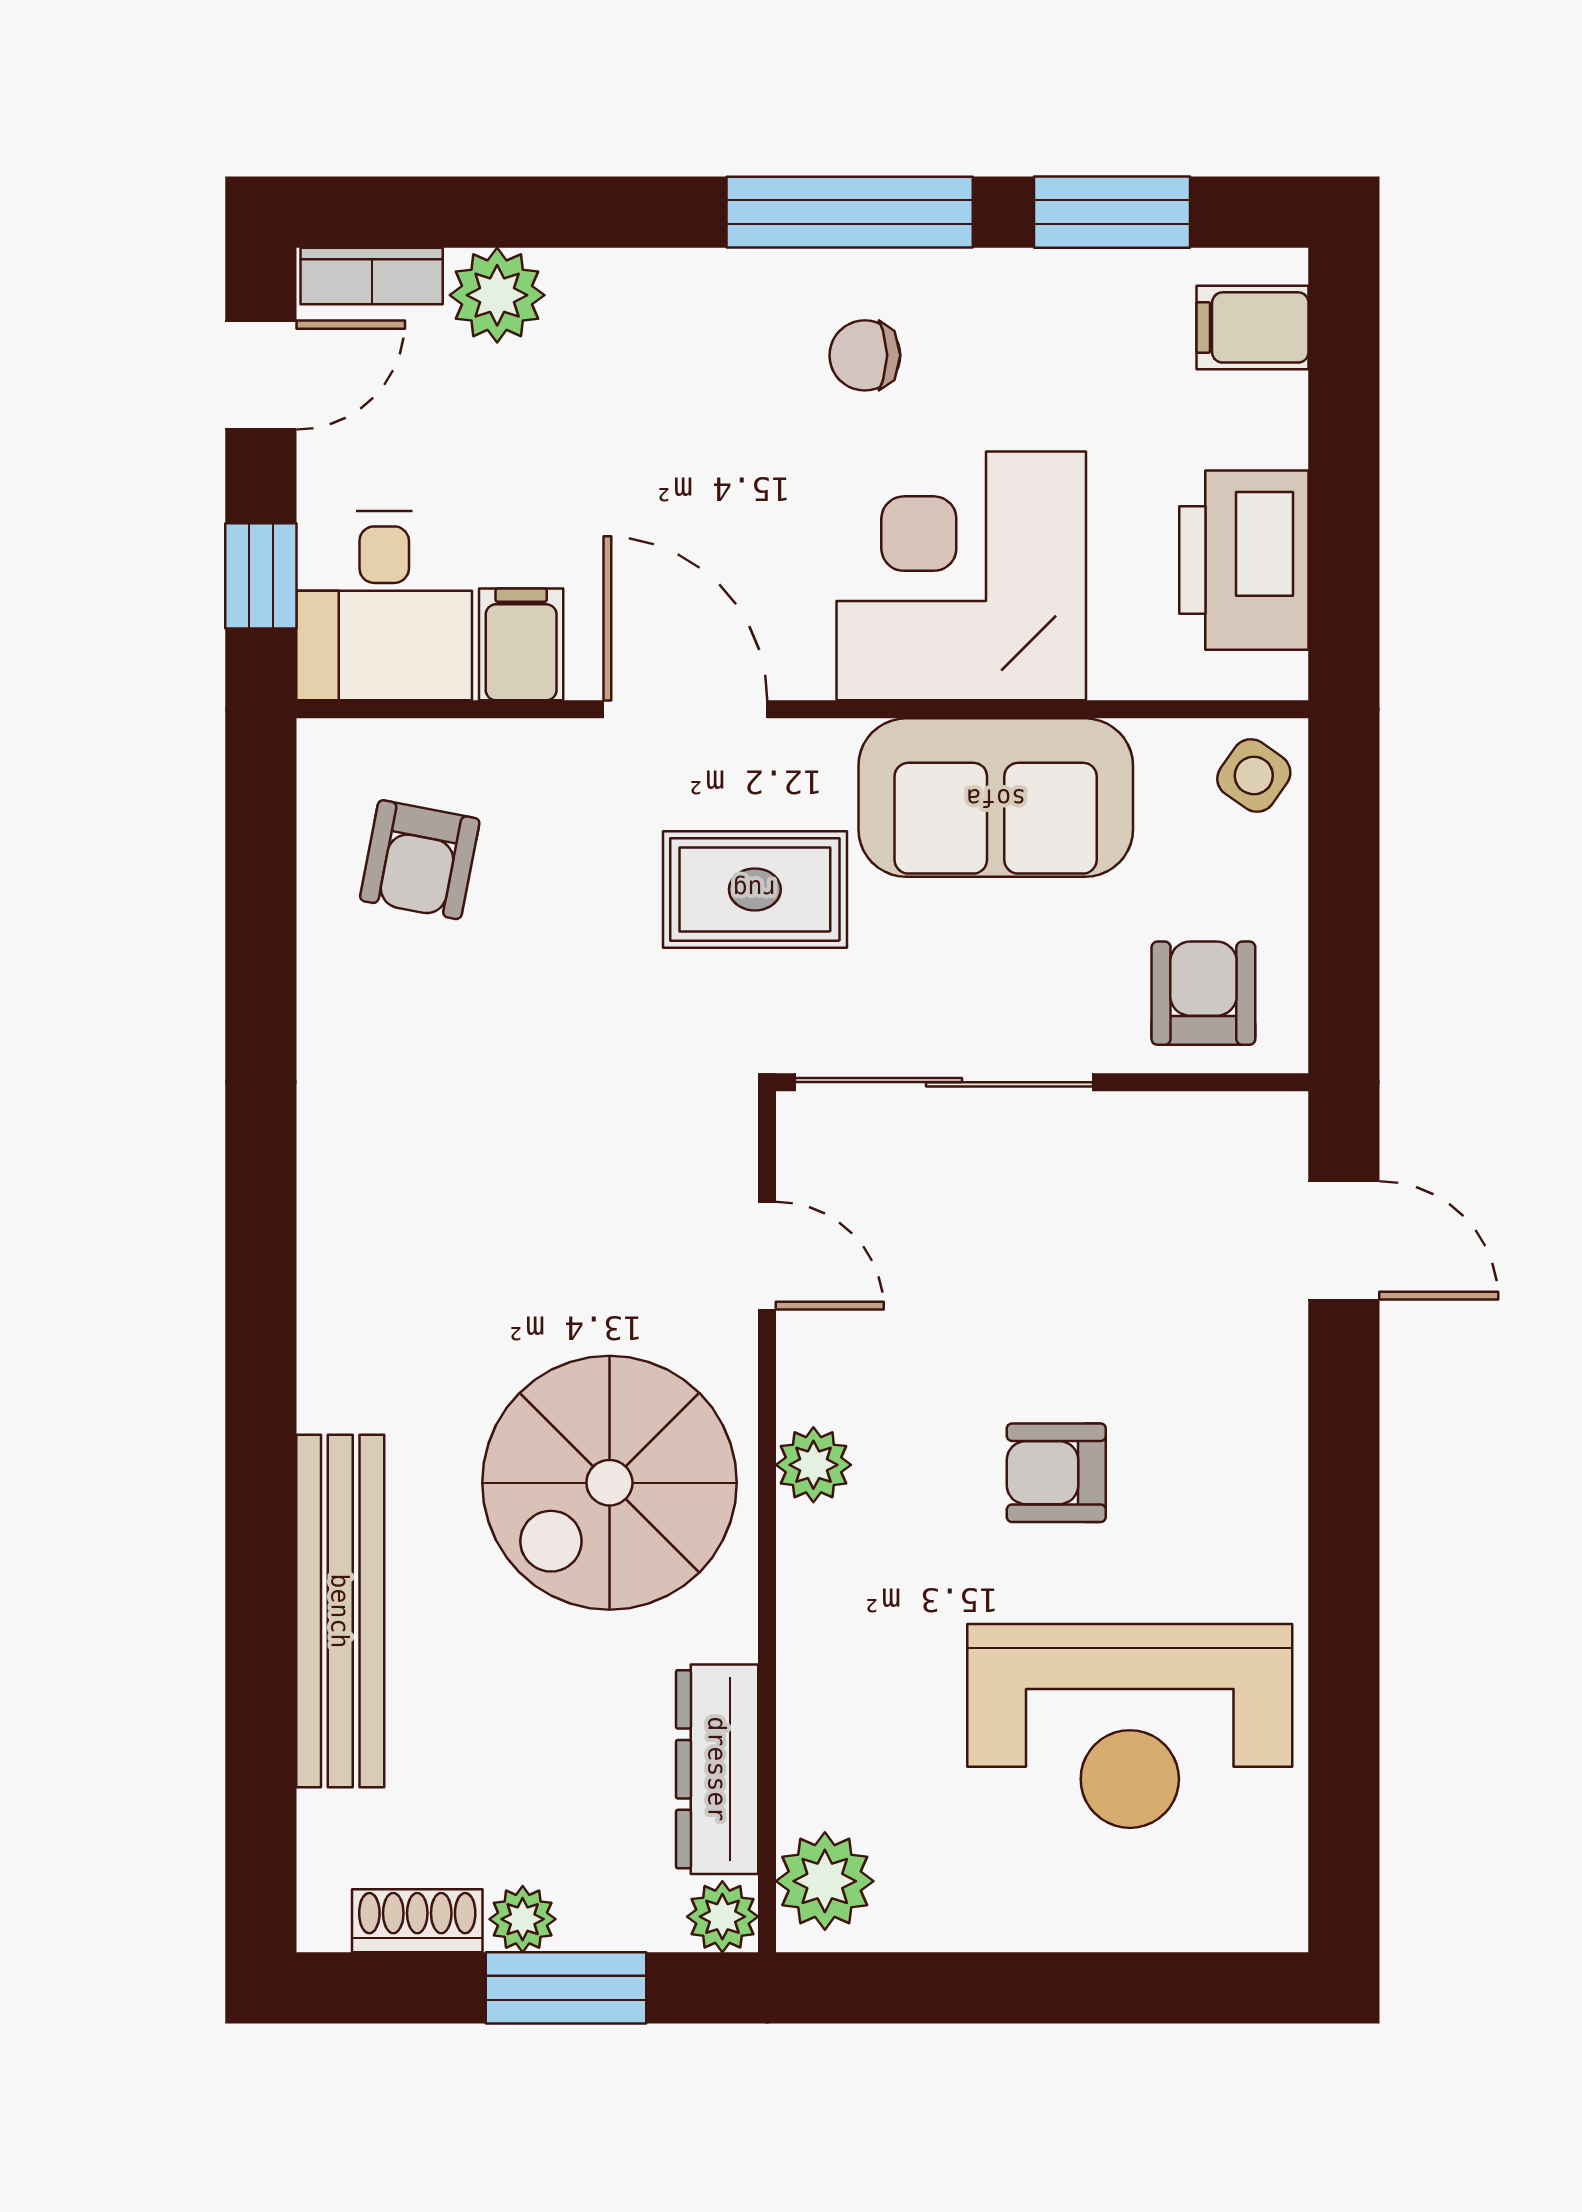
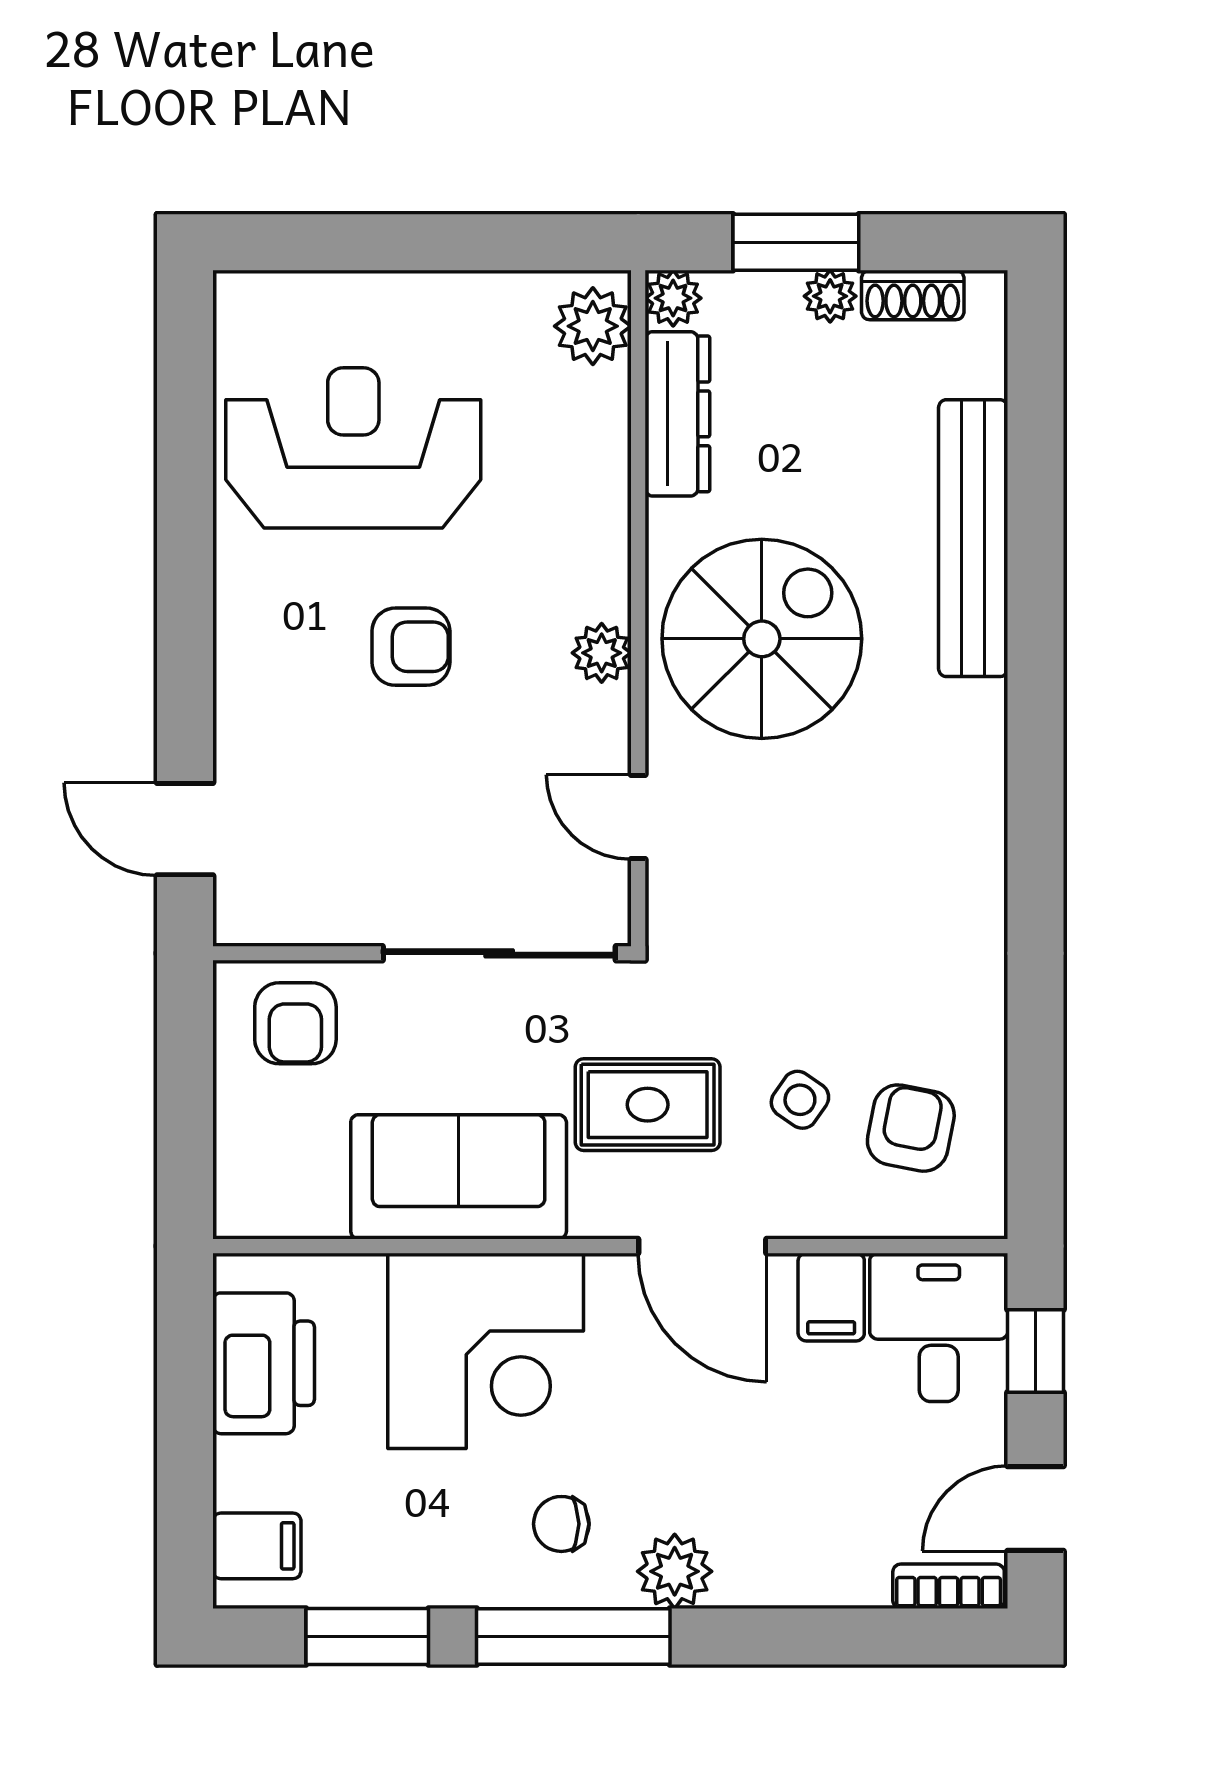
plant: (497, 295) -> (675, 1571), moved
chair: (865, 355) -> (561, 1524), turned 180
side table: (1254, 775) -> (800, 1100), moved

